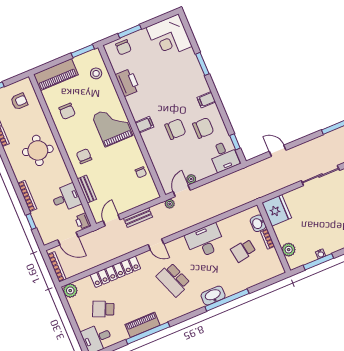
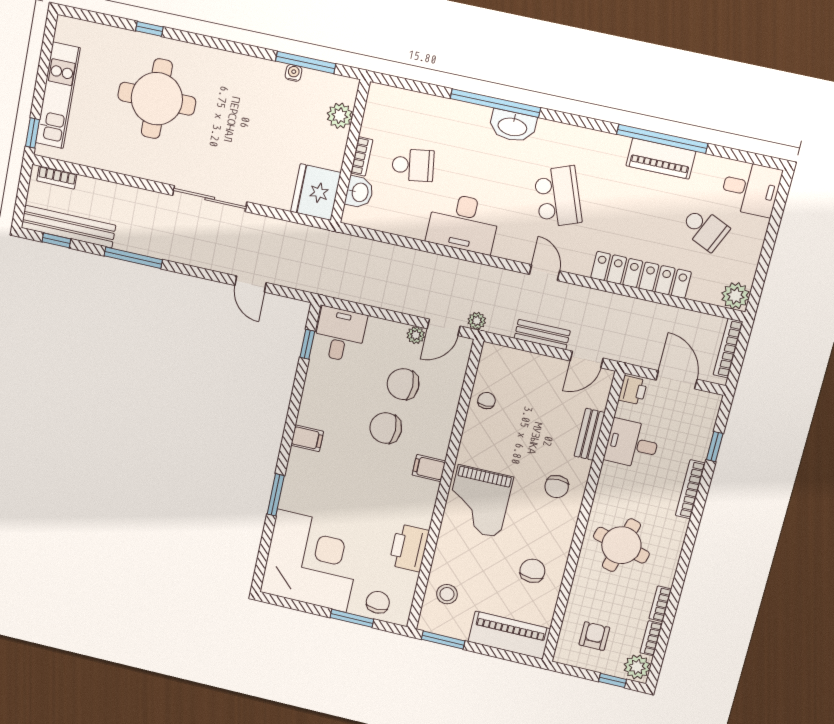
corner desk: (169, 37) -> (312, 561), width x1.36, depth x1.36
armchair: (19, 101) -> (594, 636), turned 90
chair: (203, 128) -> (403, 384), moved

